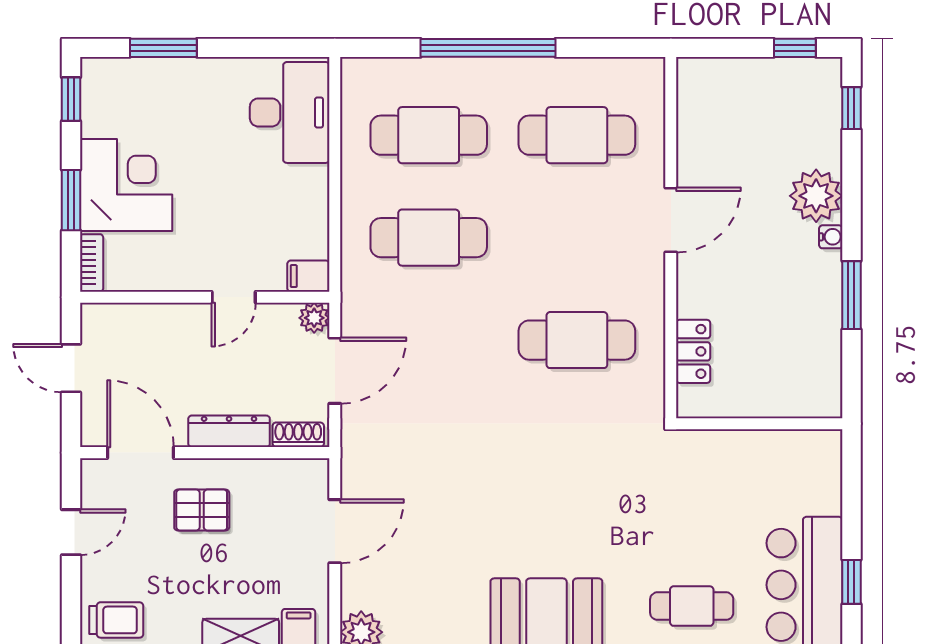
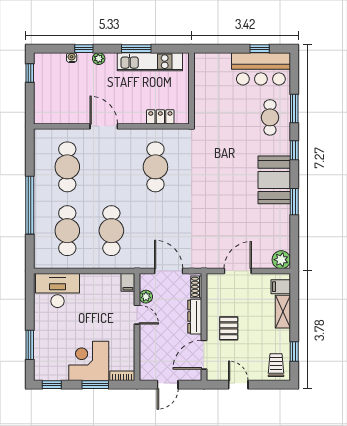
window: (851, 108) -> (84, 49), moved
plant: (816, 196) -> (99, 59), width x0.53, depth x0.53
water cooler: (831, 237) -> (72, 58), moved
plant: (314, 318) -> (146, 297), moved
kitchen unit: (821, 327) -> (150, 62), added
door: (335, 531) -> (238, 271), hinge flipped

